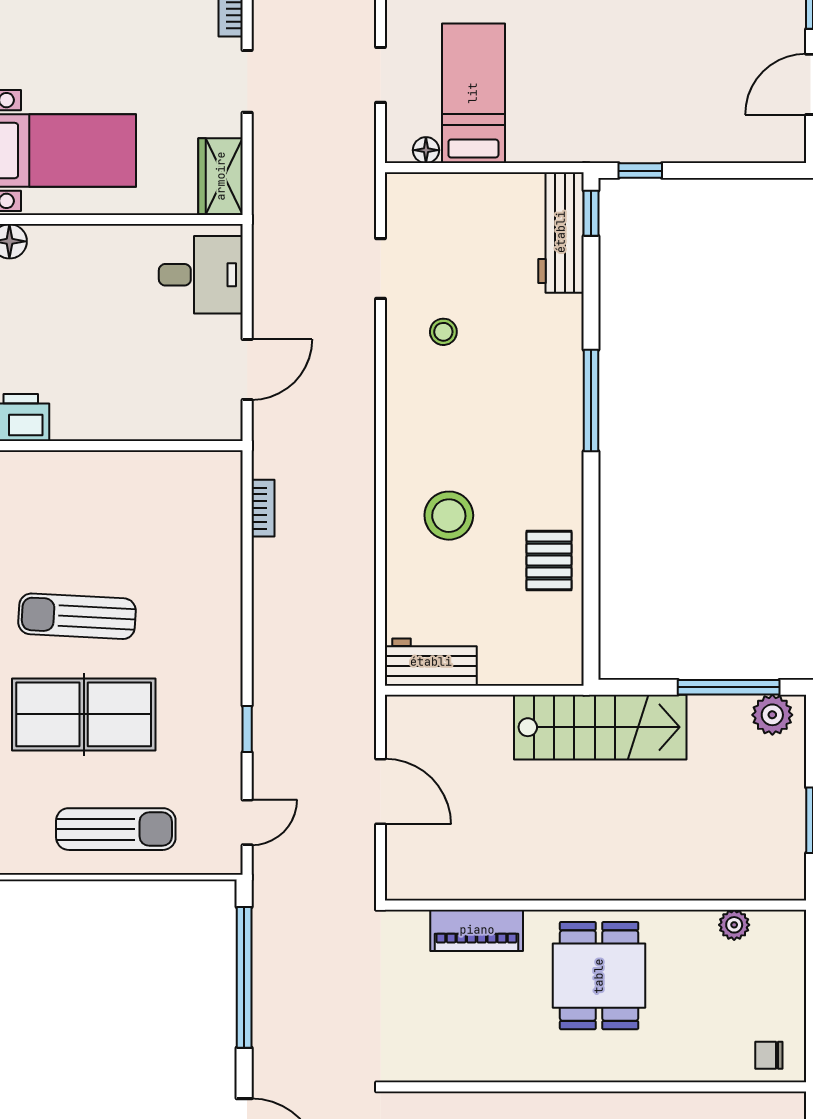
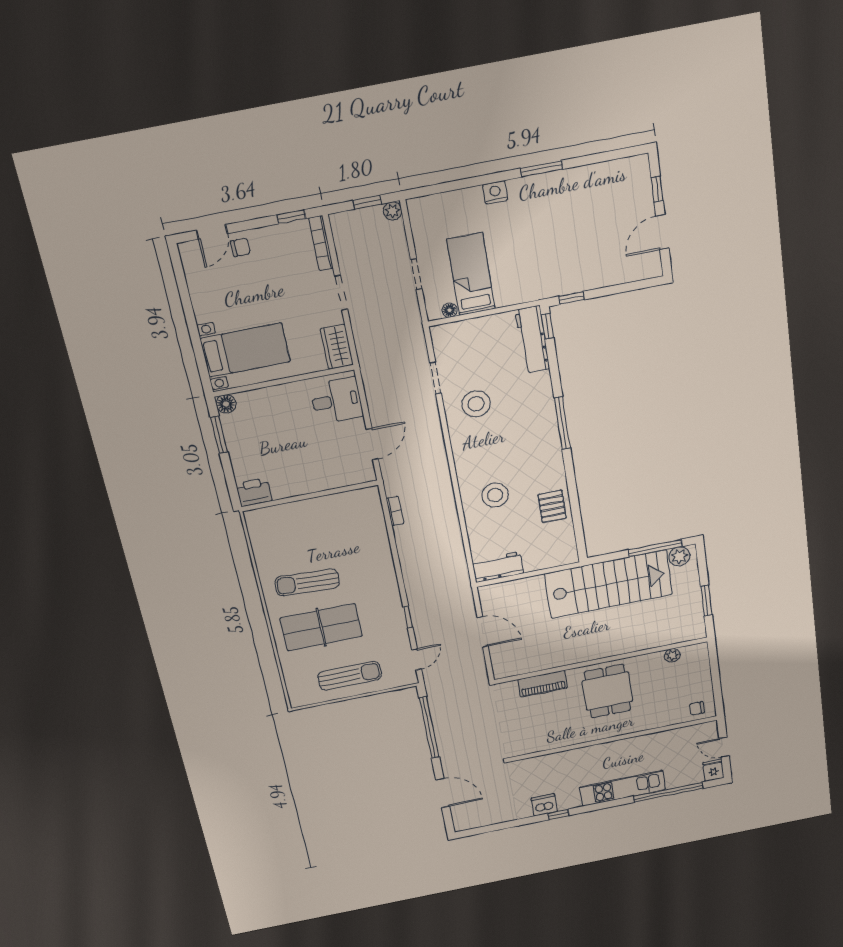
stool: (443, 332) -> (476, 404), width x1.89, depth x1.89
stairs: (600, 727) -> (609, 584), width x1.36, depth x1.51

